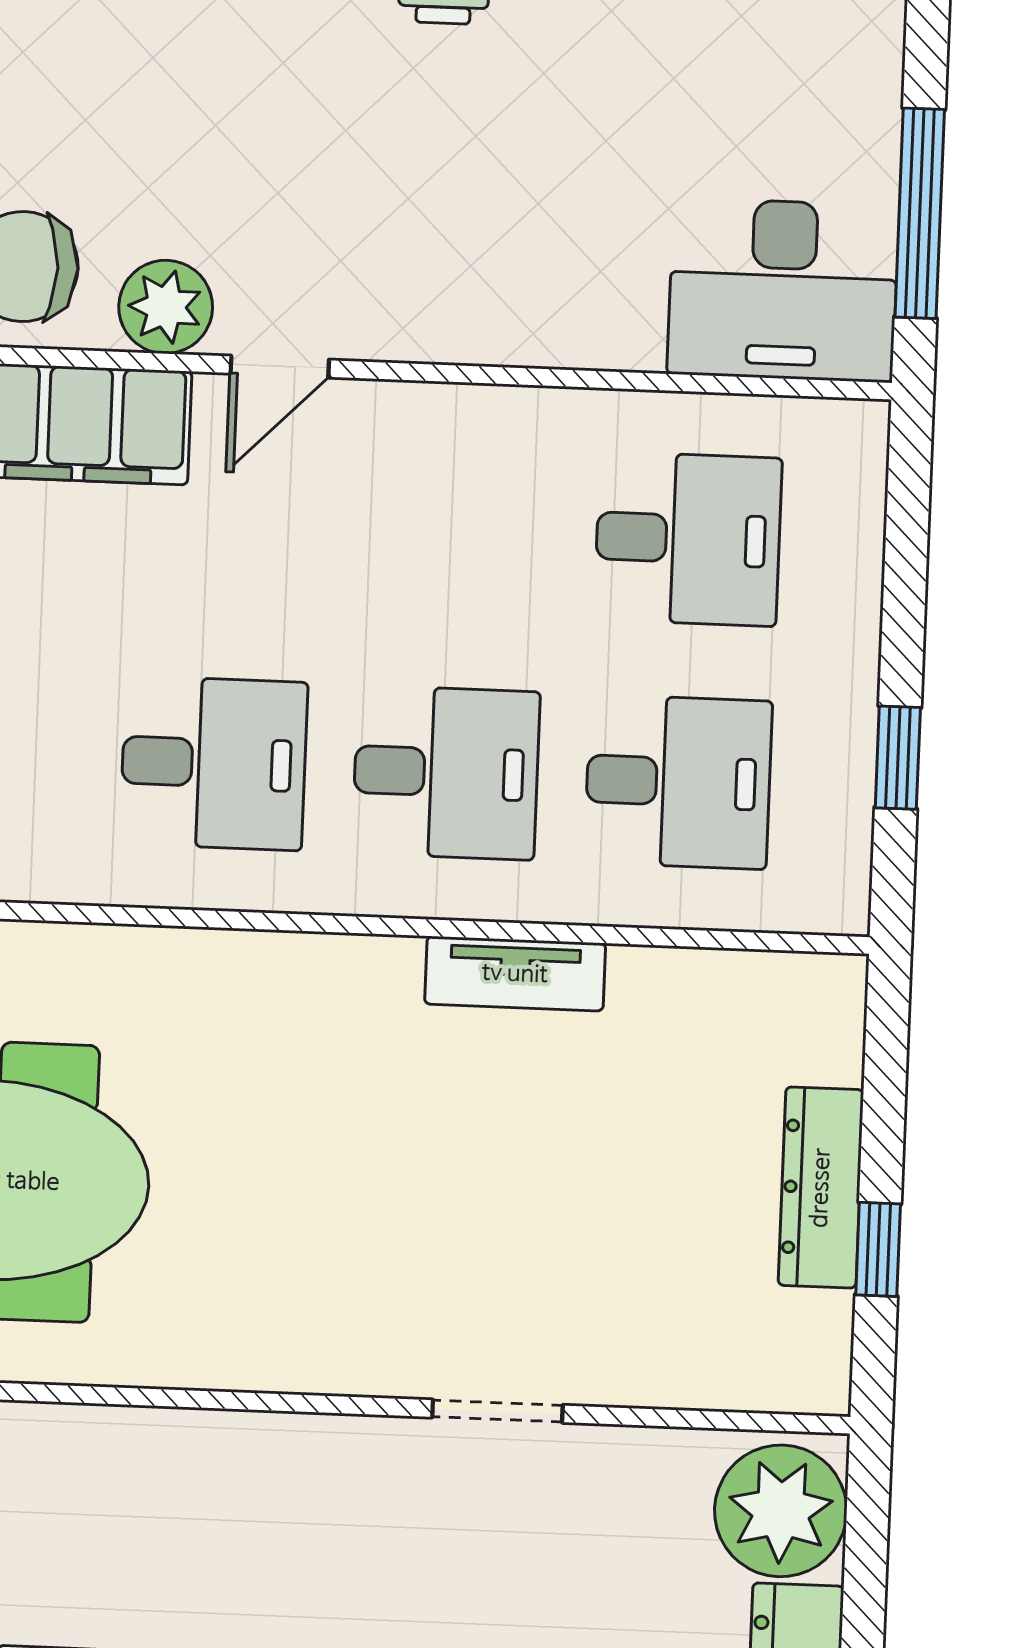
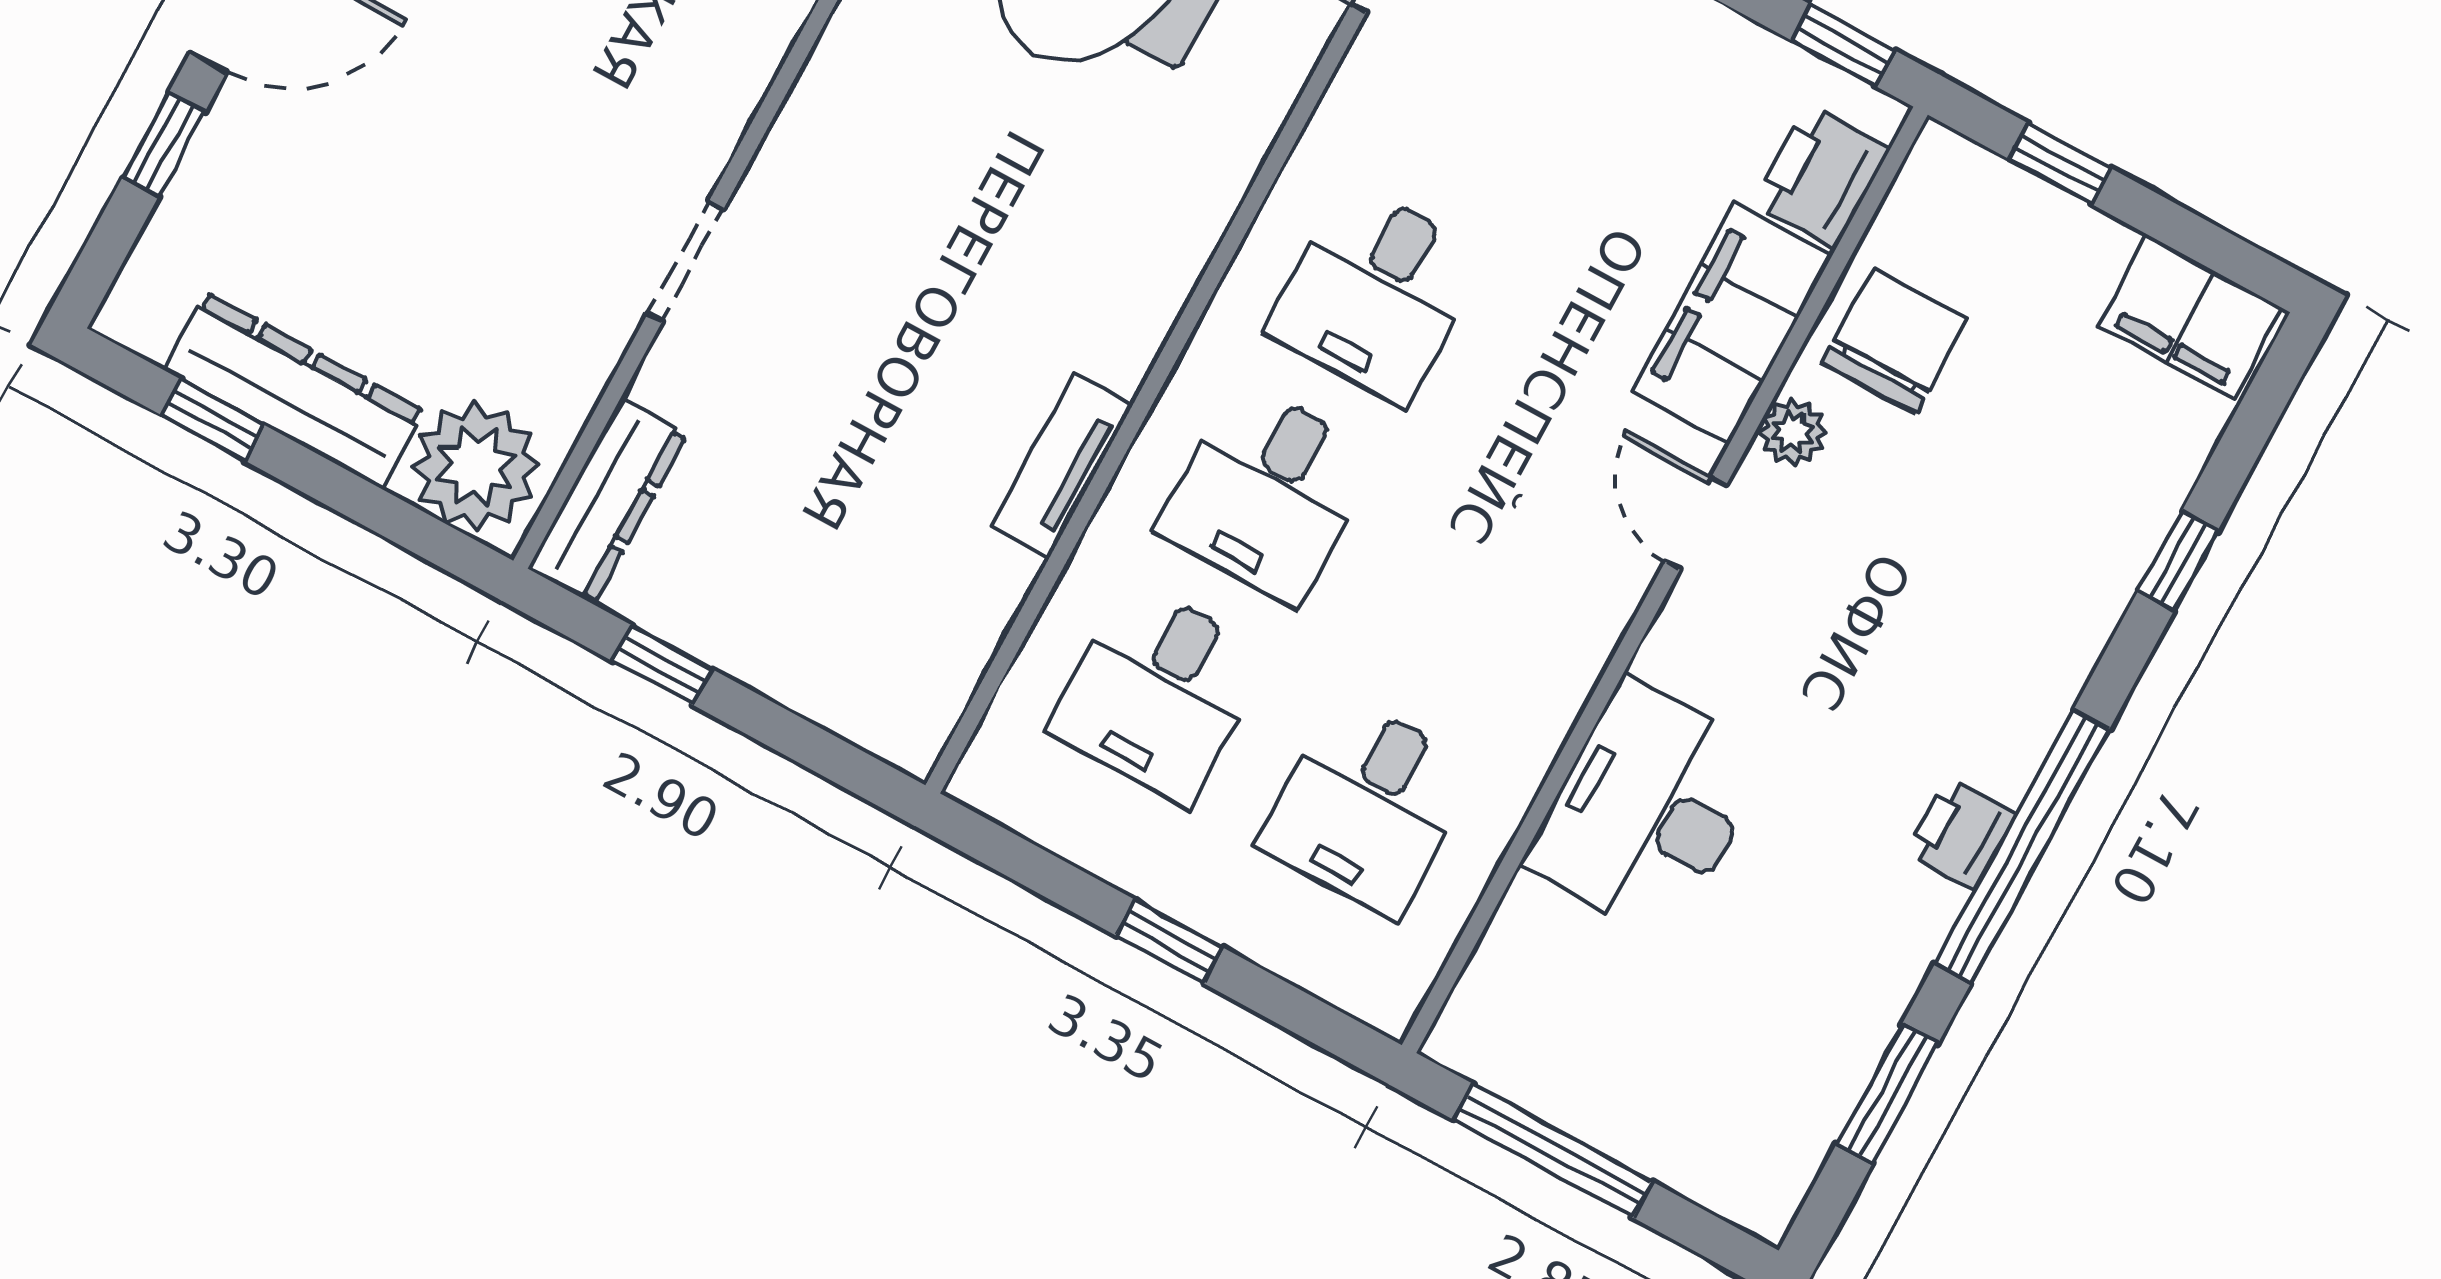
desk: (783, 290) -> (1647, 810), moved
plant: (166, 307) -> (1793, 432), width x0.73, depth x0.73
window: (898, 758) -> (1169, 941), moved
dresser: (821, 1188) -> (607, 501), moved, turned 90

